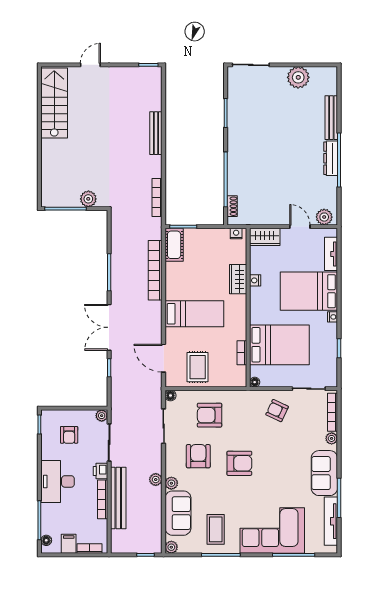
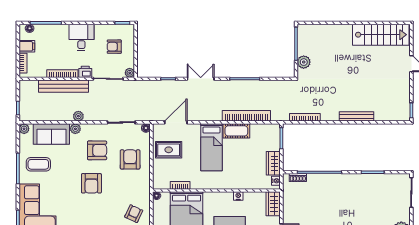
cot: (174, 245) -> (236, 131), moved
wardrobe: (238, 279) -> (273, 163), moved, turned -90
double door: (109, 327) -> (201, 79), width x0.73
desk: (58, 481) -> (81, 37), width x0.73

